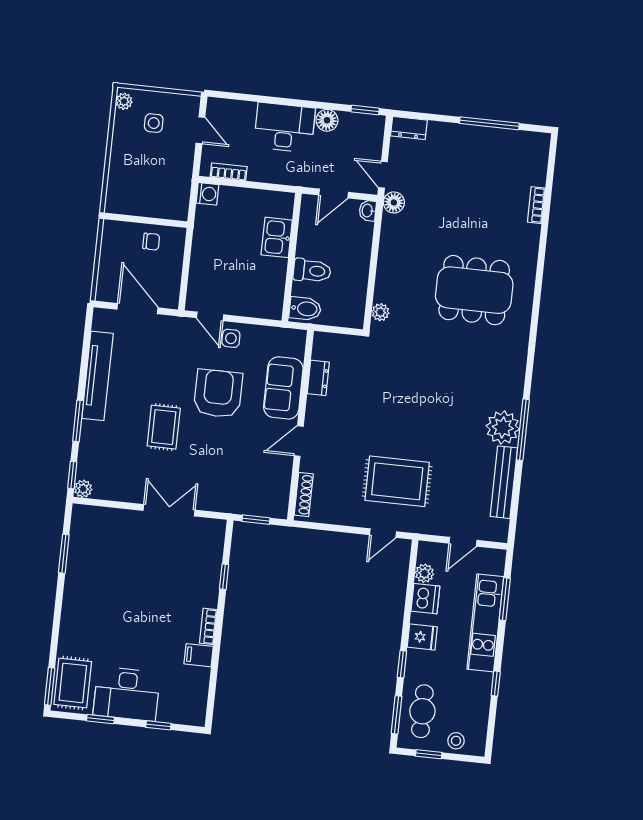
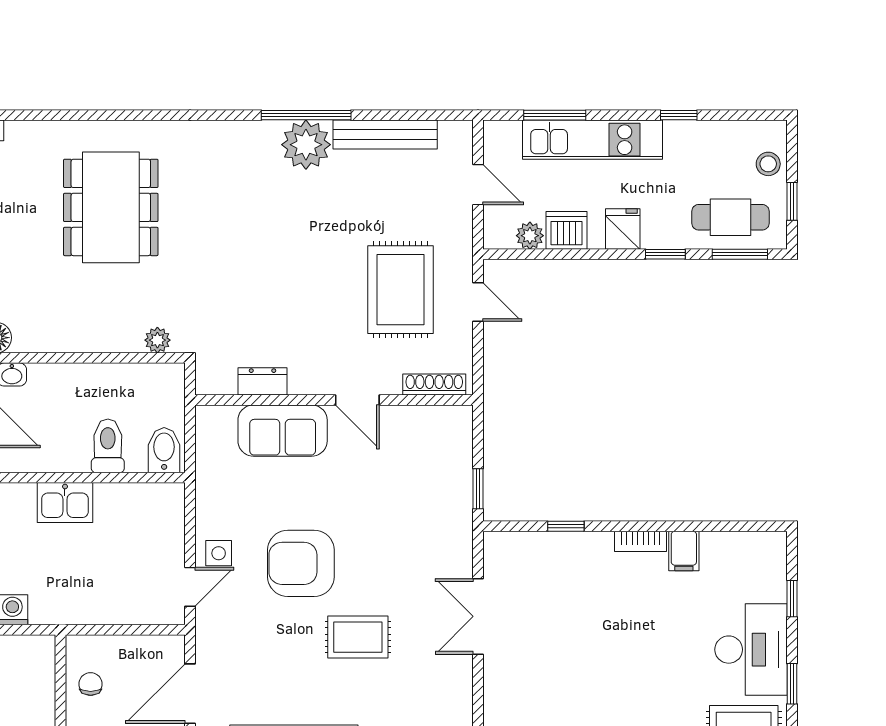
dresser: (318, 378) -> (262, 381), moved
sofa: (283, 388) -> (283, 431), moved
wall: (300, 425) -> (334, 400), moved
door: (299, 441) -> (357, 400), moved
shoe rack: (304, 495) -> (434, 384), moved

